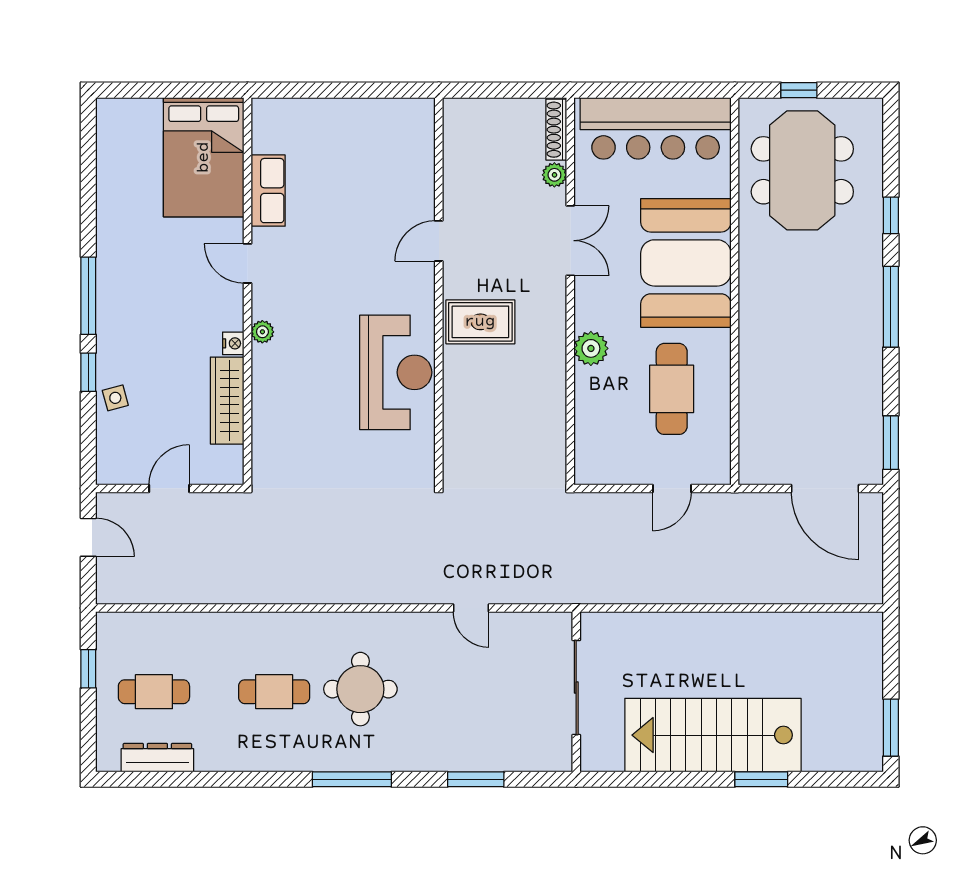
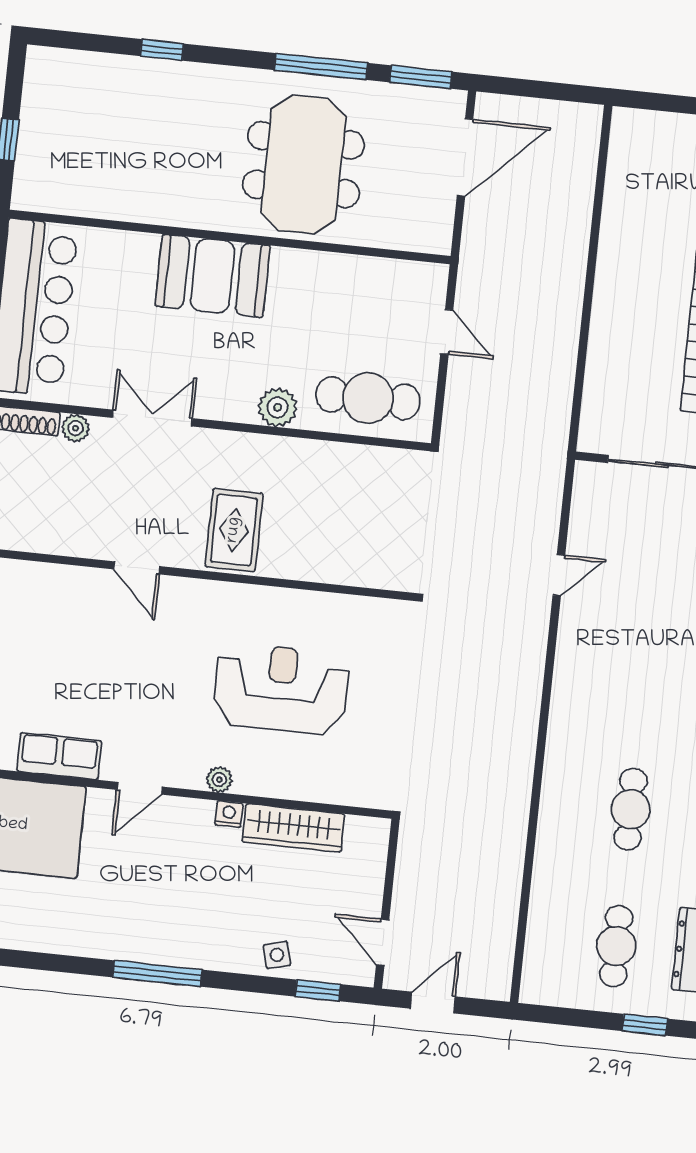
meeting table: (802, 170) -> (304, 165), moved, turned 90
booth: (686, 263) -> (213, 276), width x0.73, depth x0.70
window: (891, 307) -> (321, 67), moved
window: (88, 372) -> (318, 990), moved
reception desk: (396, 372) -> (281, 689), moved
cafe table: (672, 389) -> (368, 398), moved
door: (169, 488) -> (383, 942), moved
window: (88, 669) -> (645, 1025), moved
round table: (360, 689) -> (638, 711), removed

